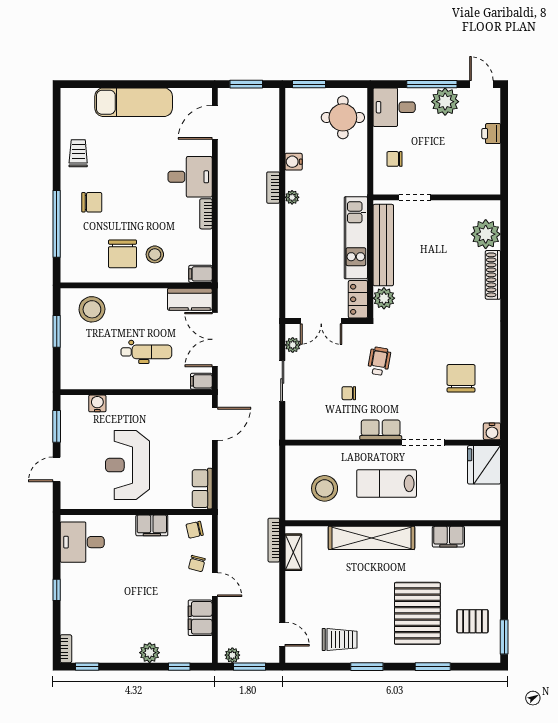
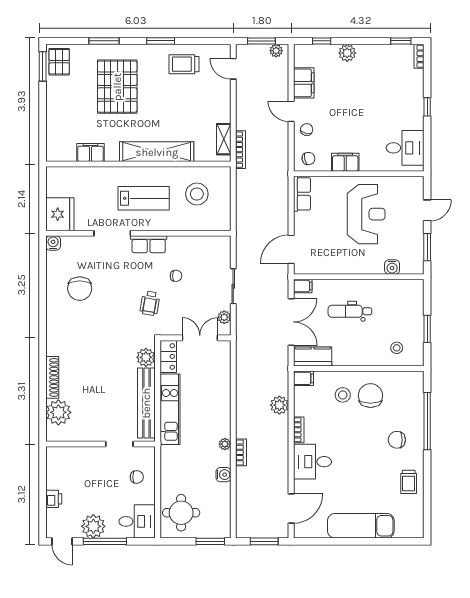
plant: (228, 243) -> (279, 405), added
stool: (92, 309) -> (397, 348), width x0.53, depth x0.53
pallet: (472, 621) -> (59, 62), moved, turned 90

